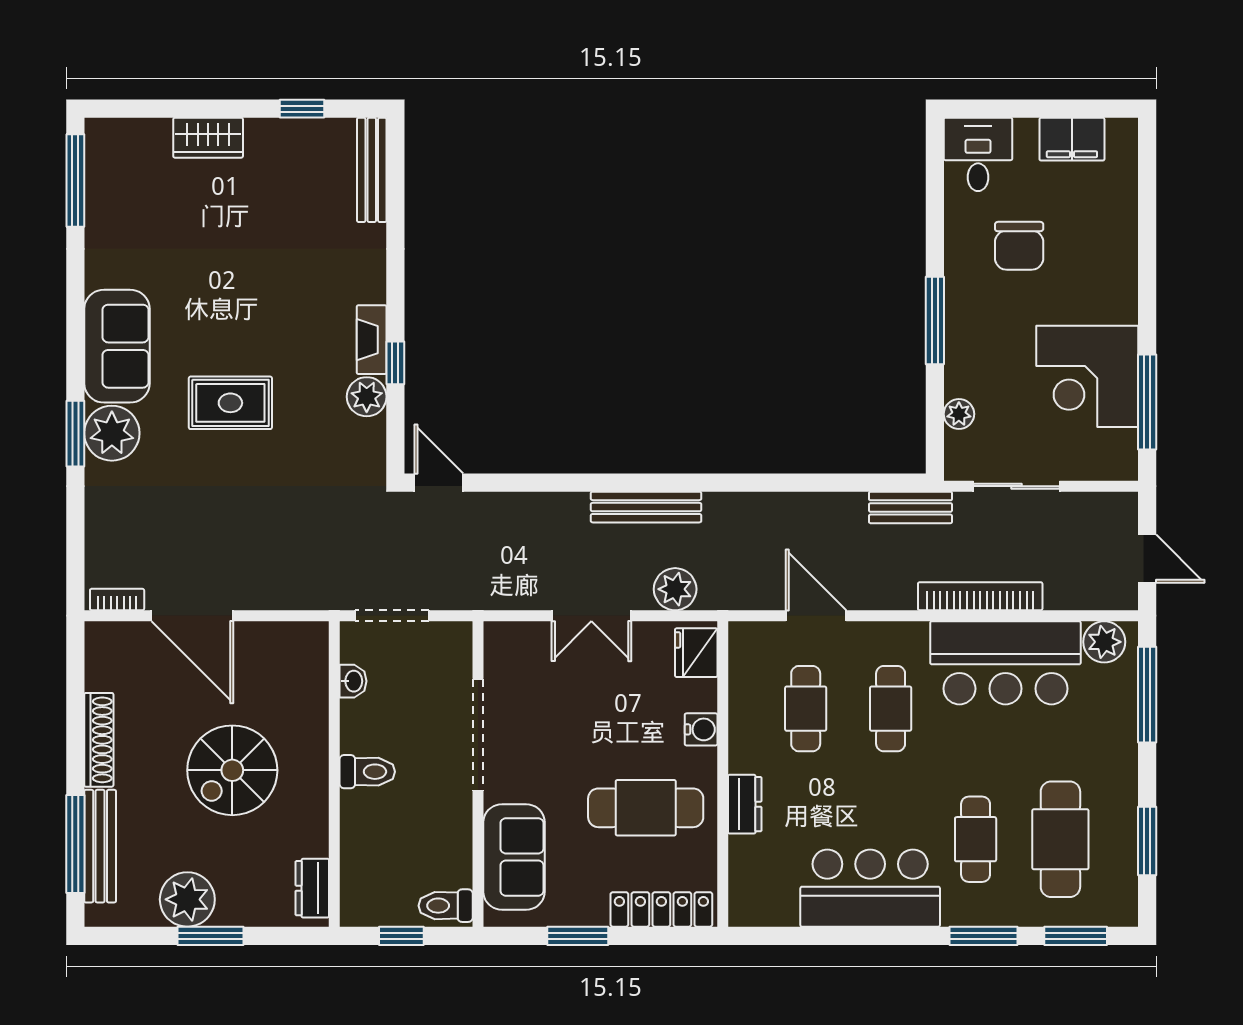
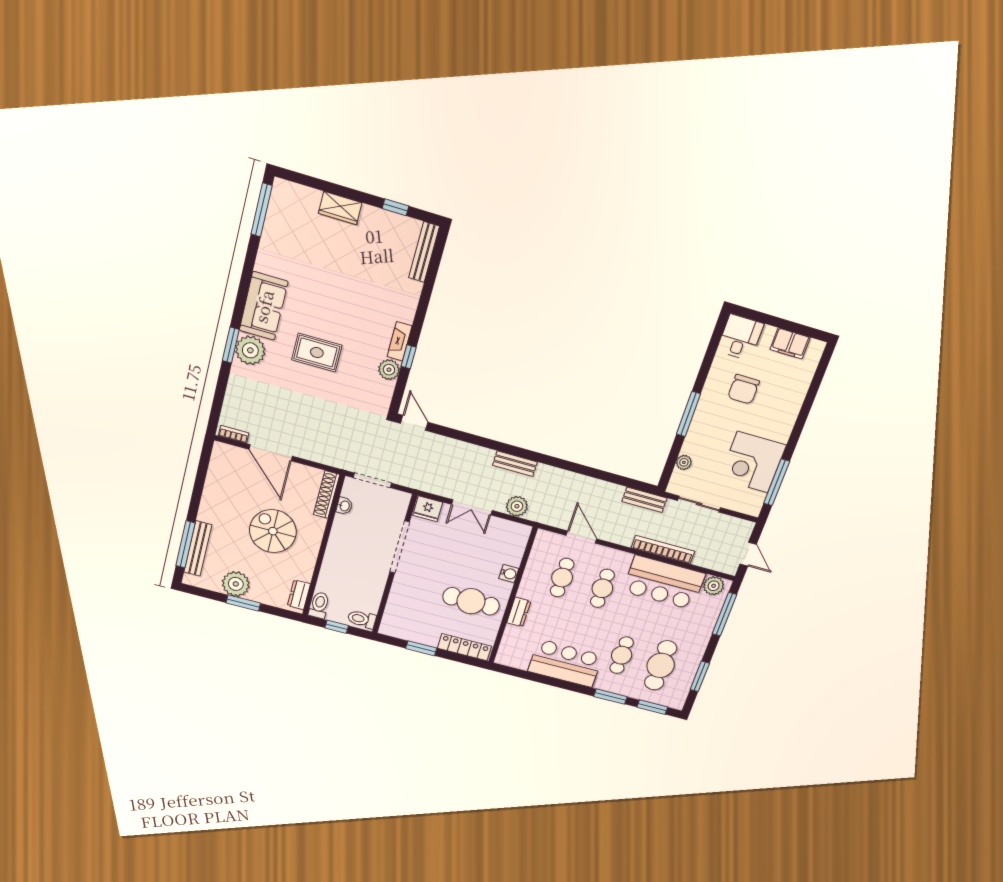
bench: (646, 507) -> (515, 464), width x0.73
fridge: (696, 653) -> (428, 509), moved, turned -90
shoe rack: (99, 740) -> (327, 495), moved, turned 180
spiral stairs: (232, 770) -> (273, 531), turned 90
toilet: (367, 772) -> (319, 605), moved, turned -90
sofa: (514, 857) -> (401, 606), removed

